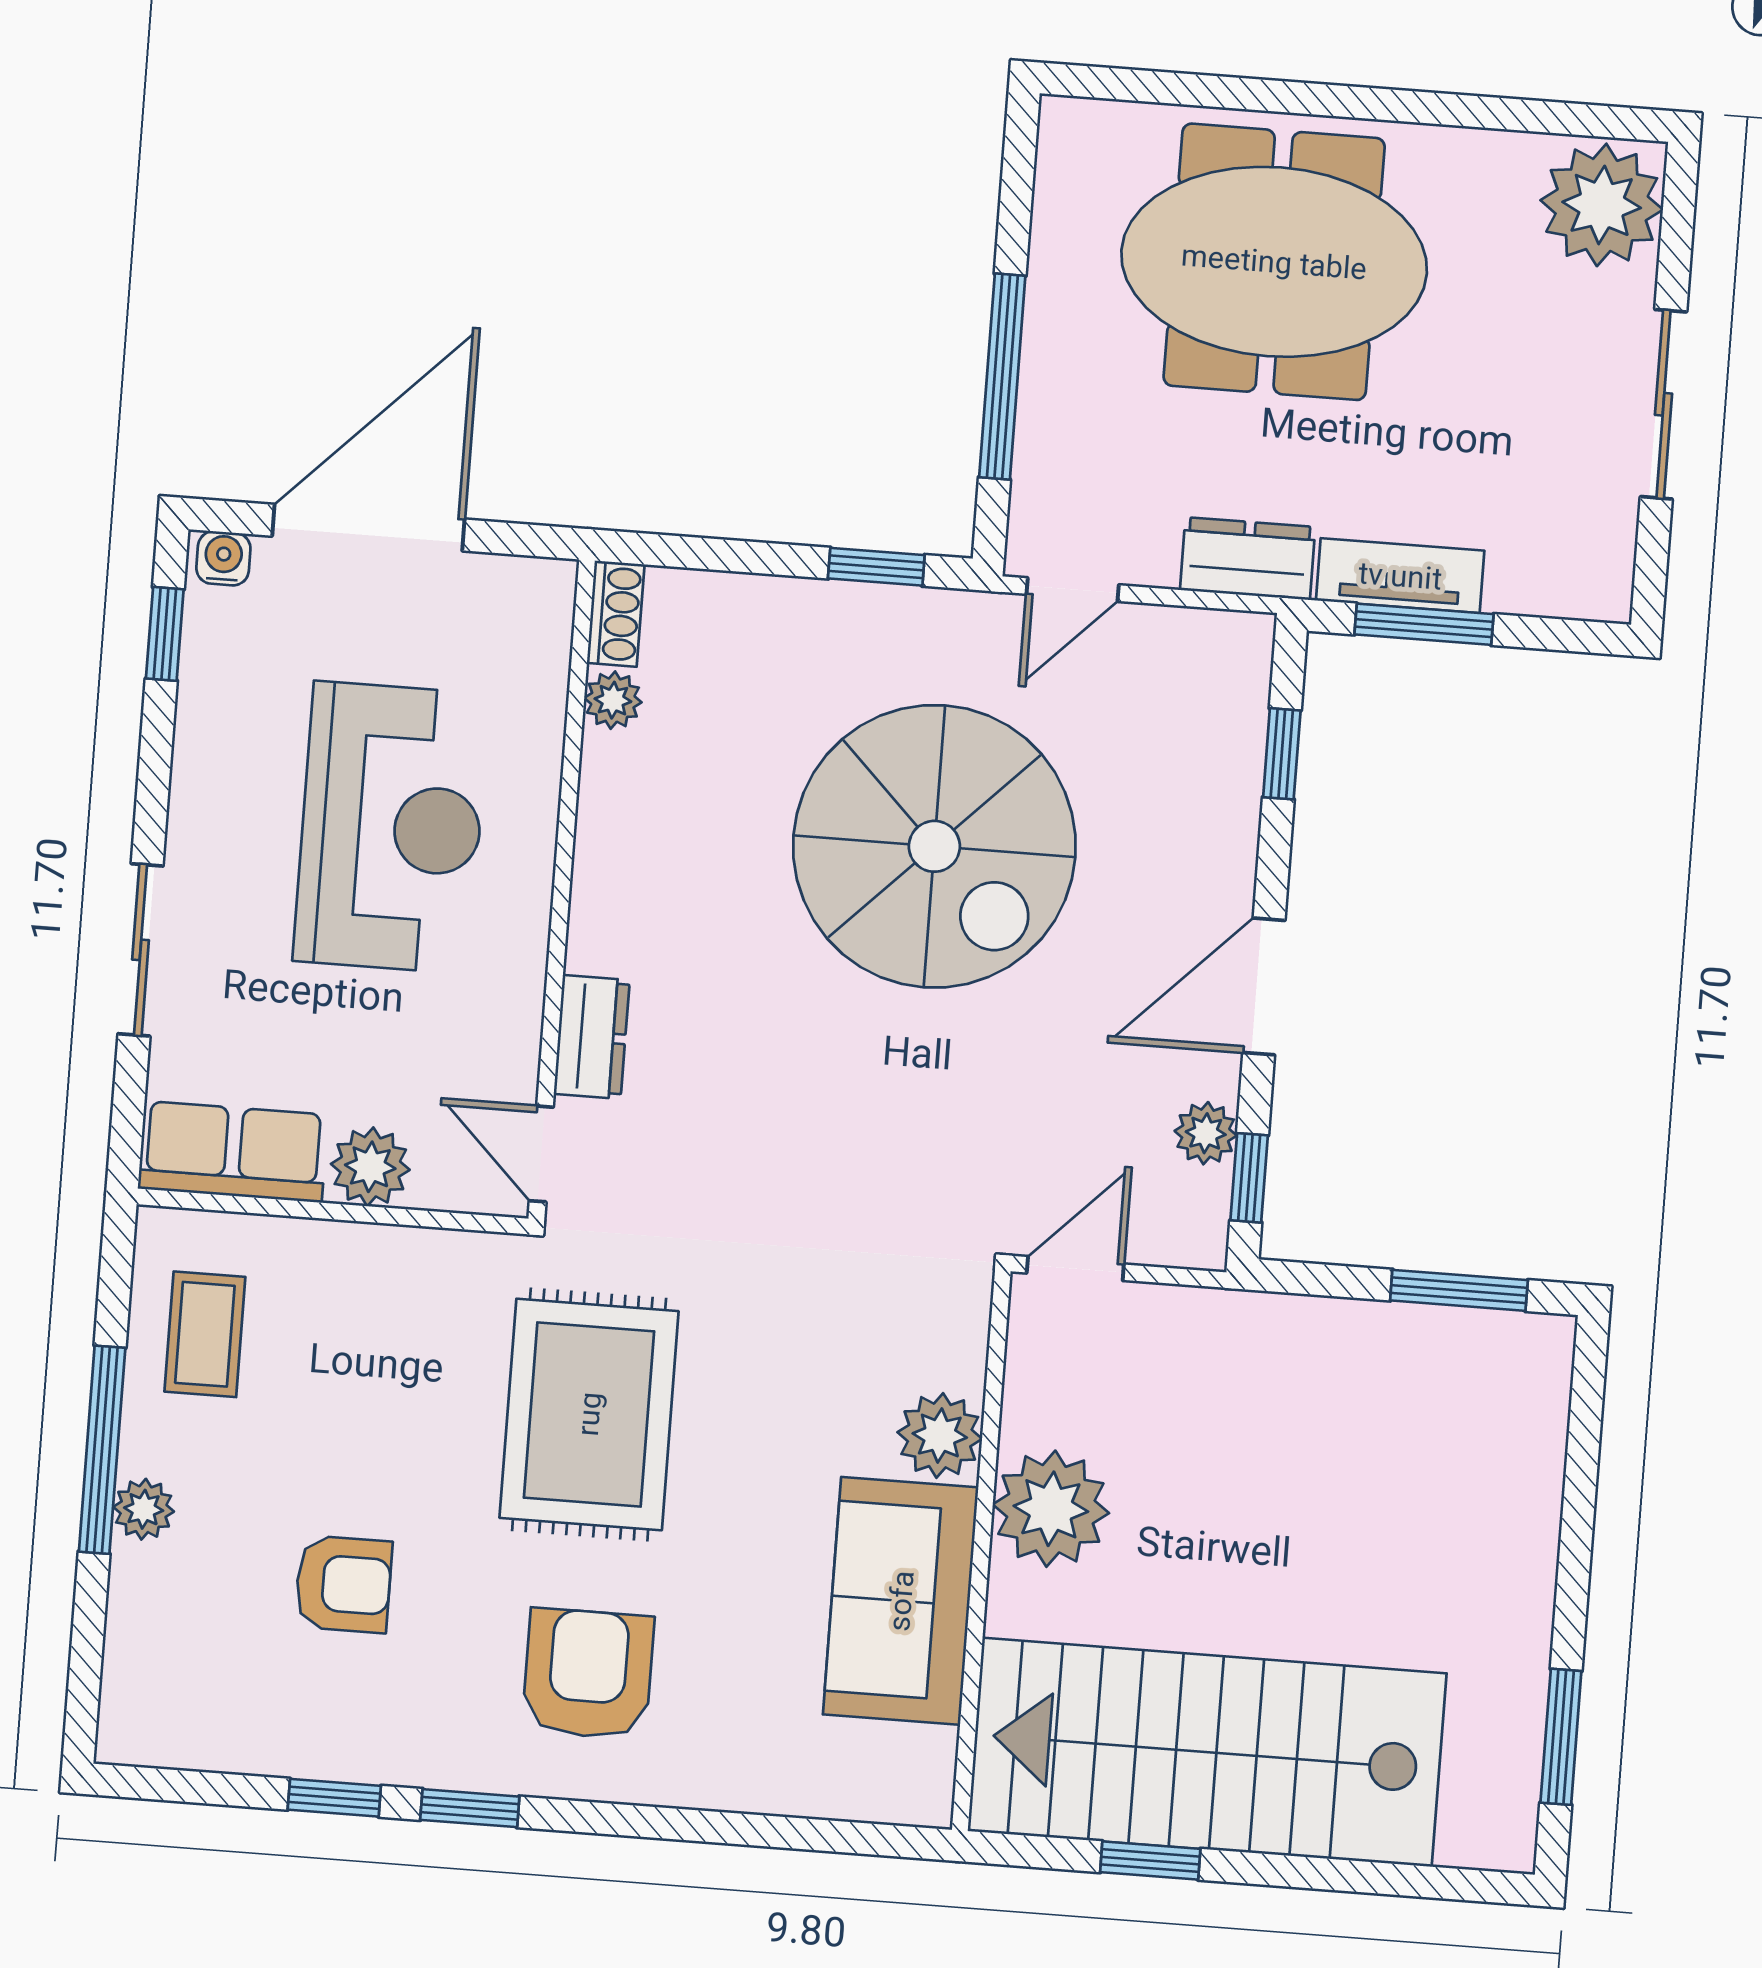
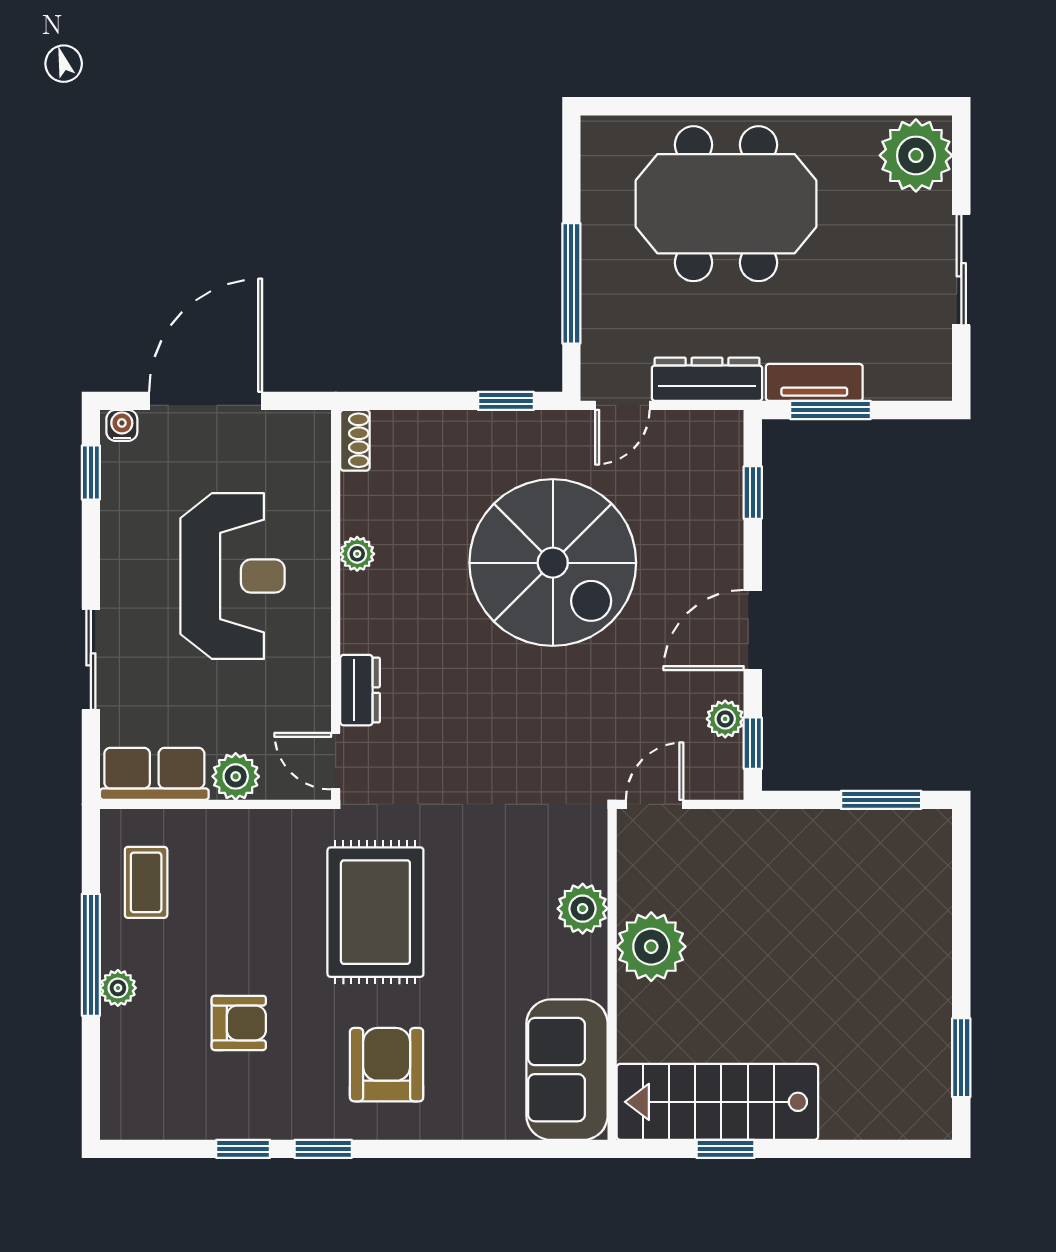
dresser: (1248, 559) -> (707, 379), width x1.44
plant: (613, 700) -> (357, 554), moved
sofa: (901, 1601) -> (567, 1070), moved
stairs: (1207, 1752) -> (717, 1102), width x0.73, depth x0.66

